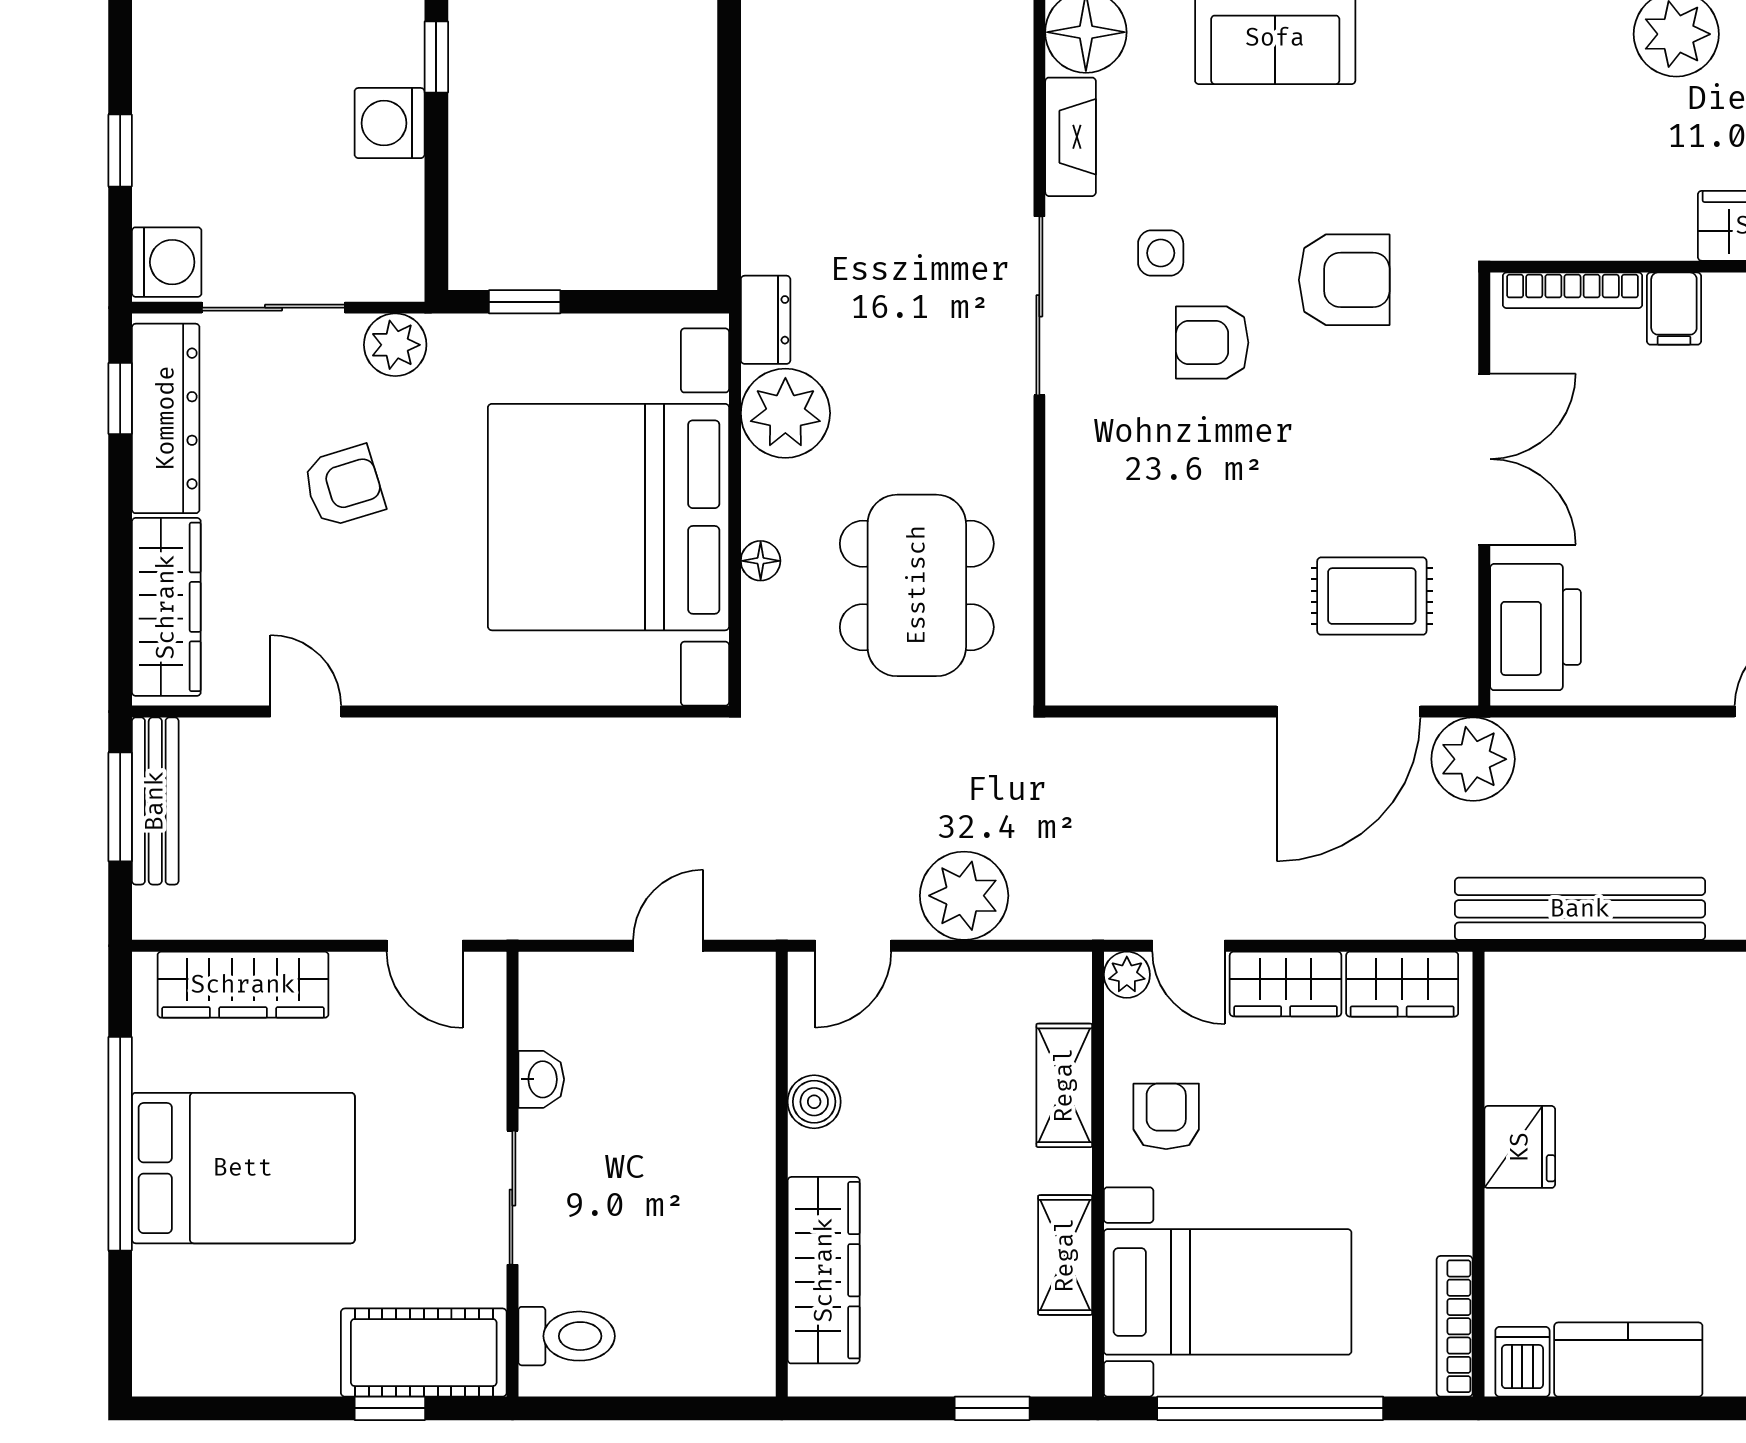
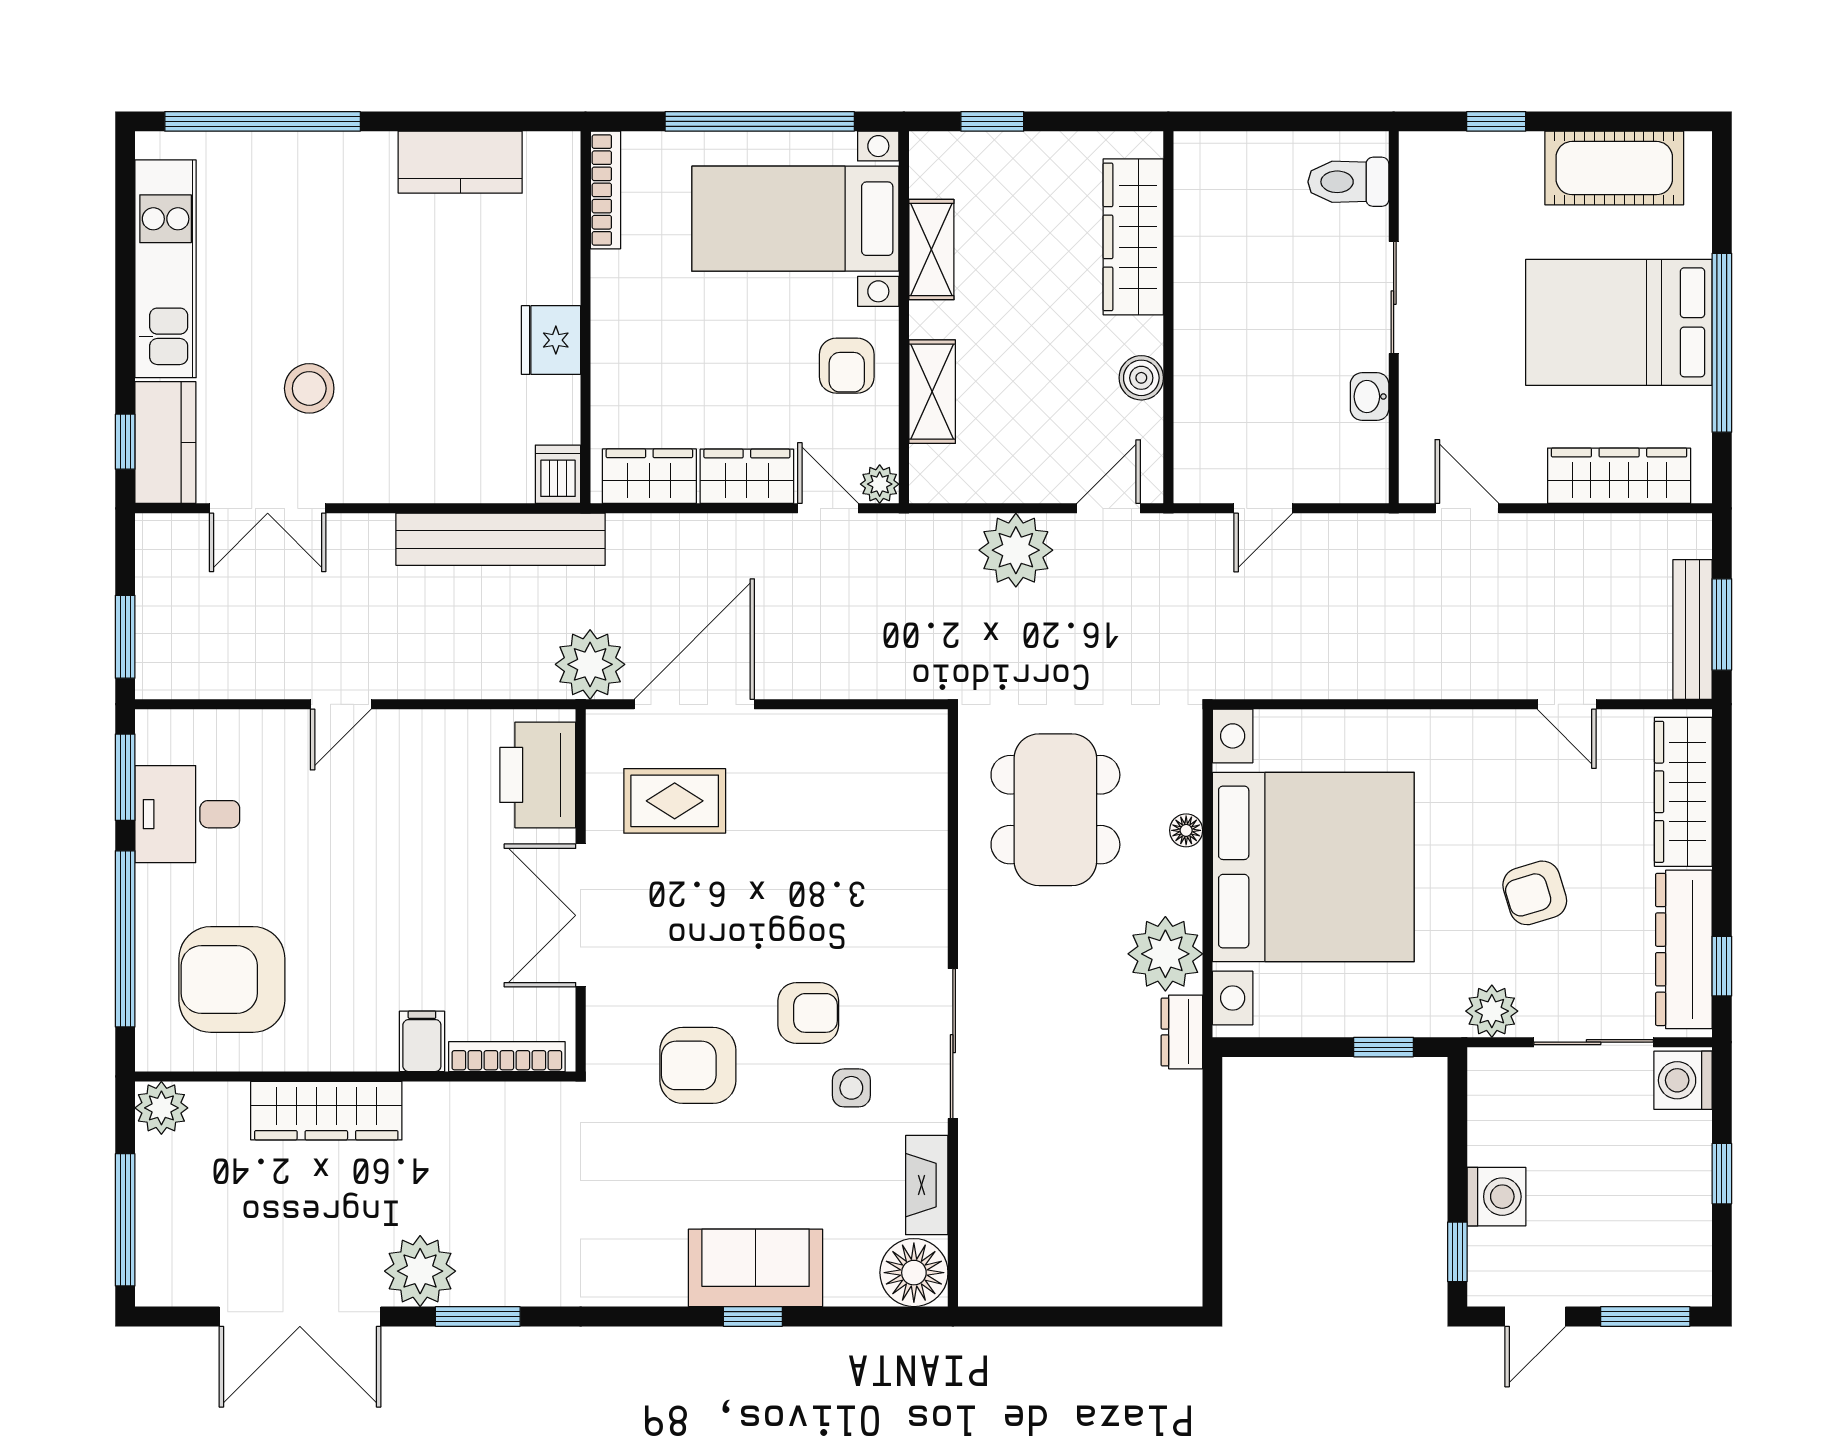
cot: (424, 1353) -> (1614, 168), moved
dishwasher: (1522, 1362) -> (558, 474), moved, turned 180

